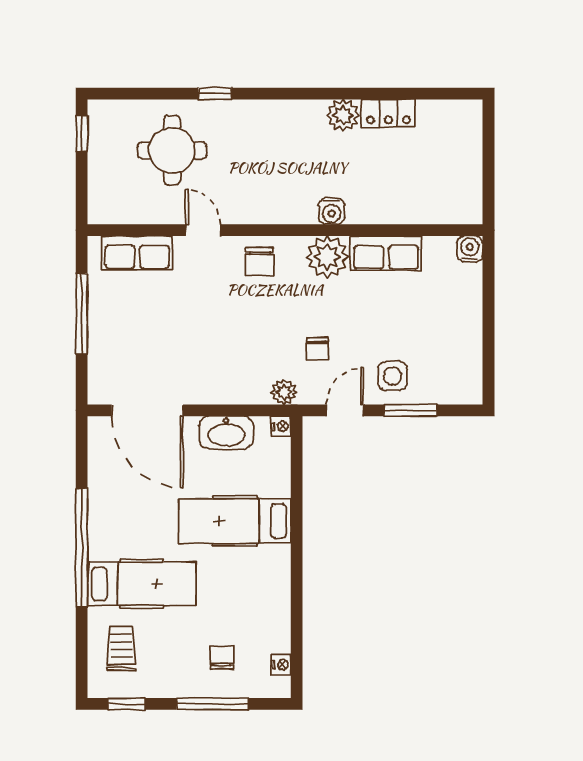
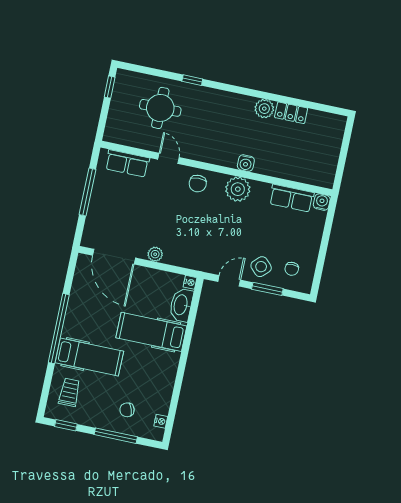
row of seats: (386, 253) -> (292, 198), moved
chair: (317, 349) -> (292, 269), moved
side table: (392, 376) -> (261, 267), turned 45
plant: (284, 392) -> (155, 254), moved
washbasin: (226, 433) -> (181, 305), moved, turned 90
chair: (222, 657) -> (127, 410), turned -109

